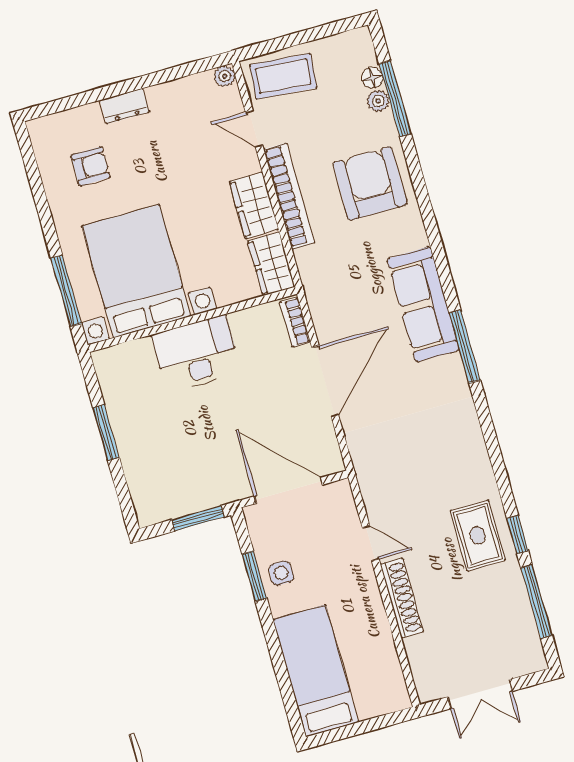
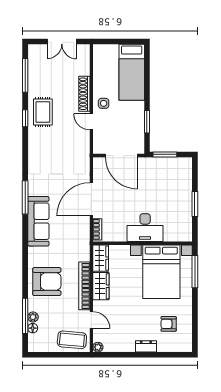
armchair: (370, 183) -> (47, 282), turned -90
window: (518, 535) -> (25, 118), moved
side table: (281, 573) -> (104, 103), moved
double door: (480, 694) -> (62, 41), swing flipped

